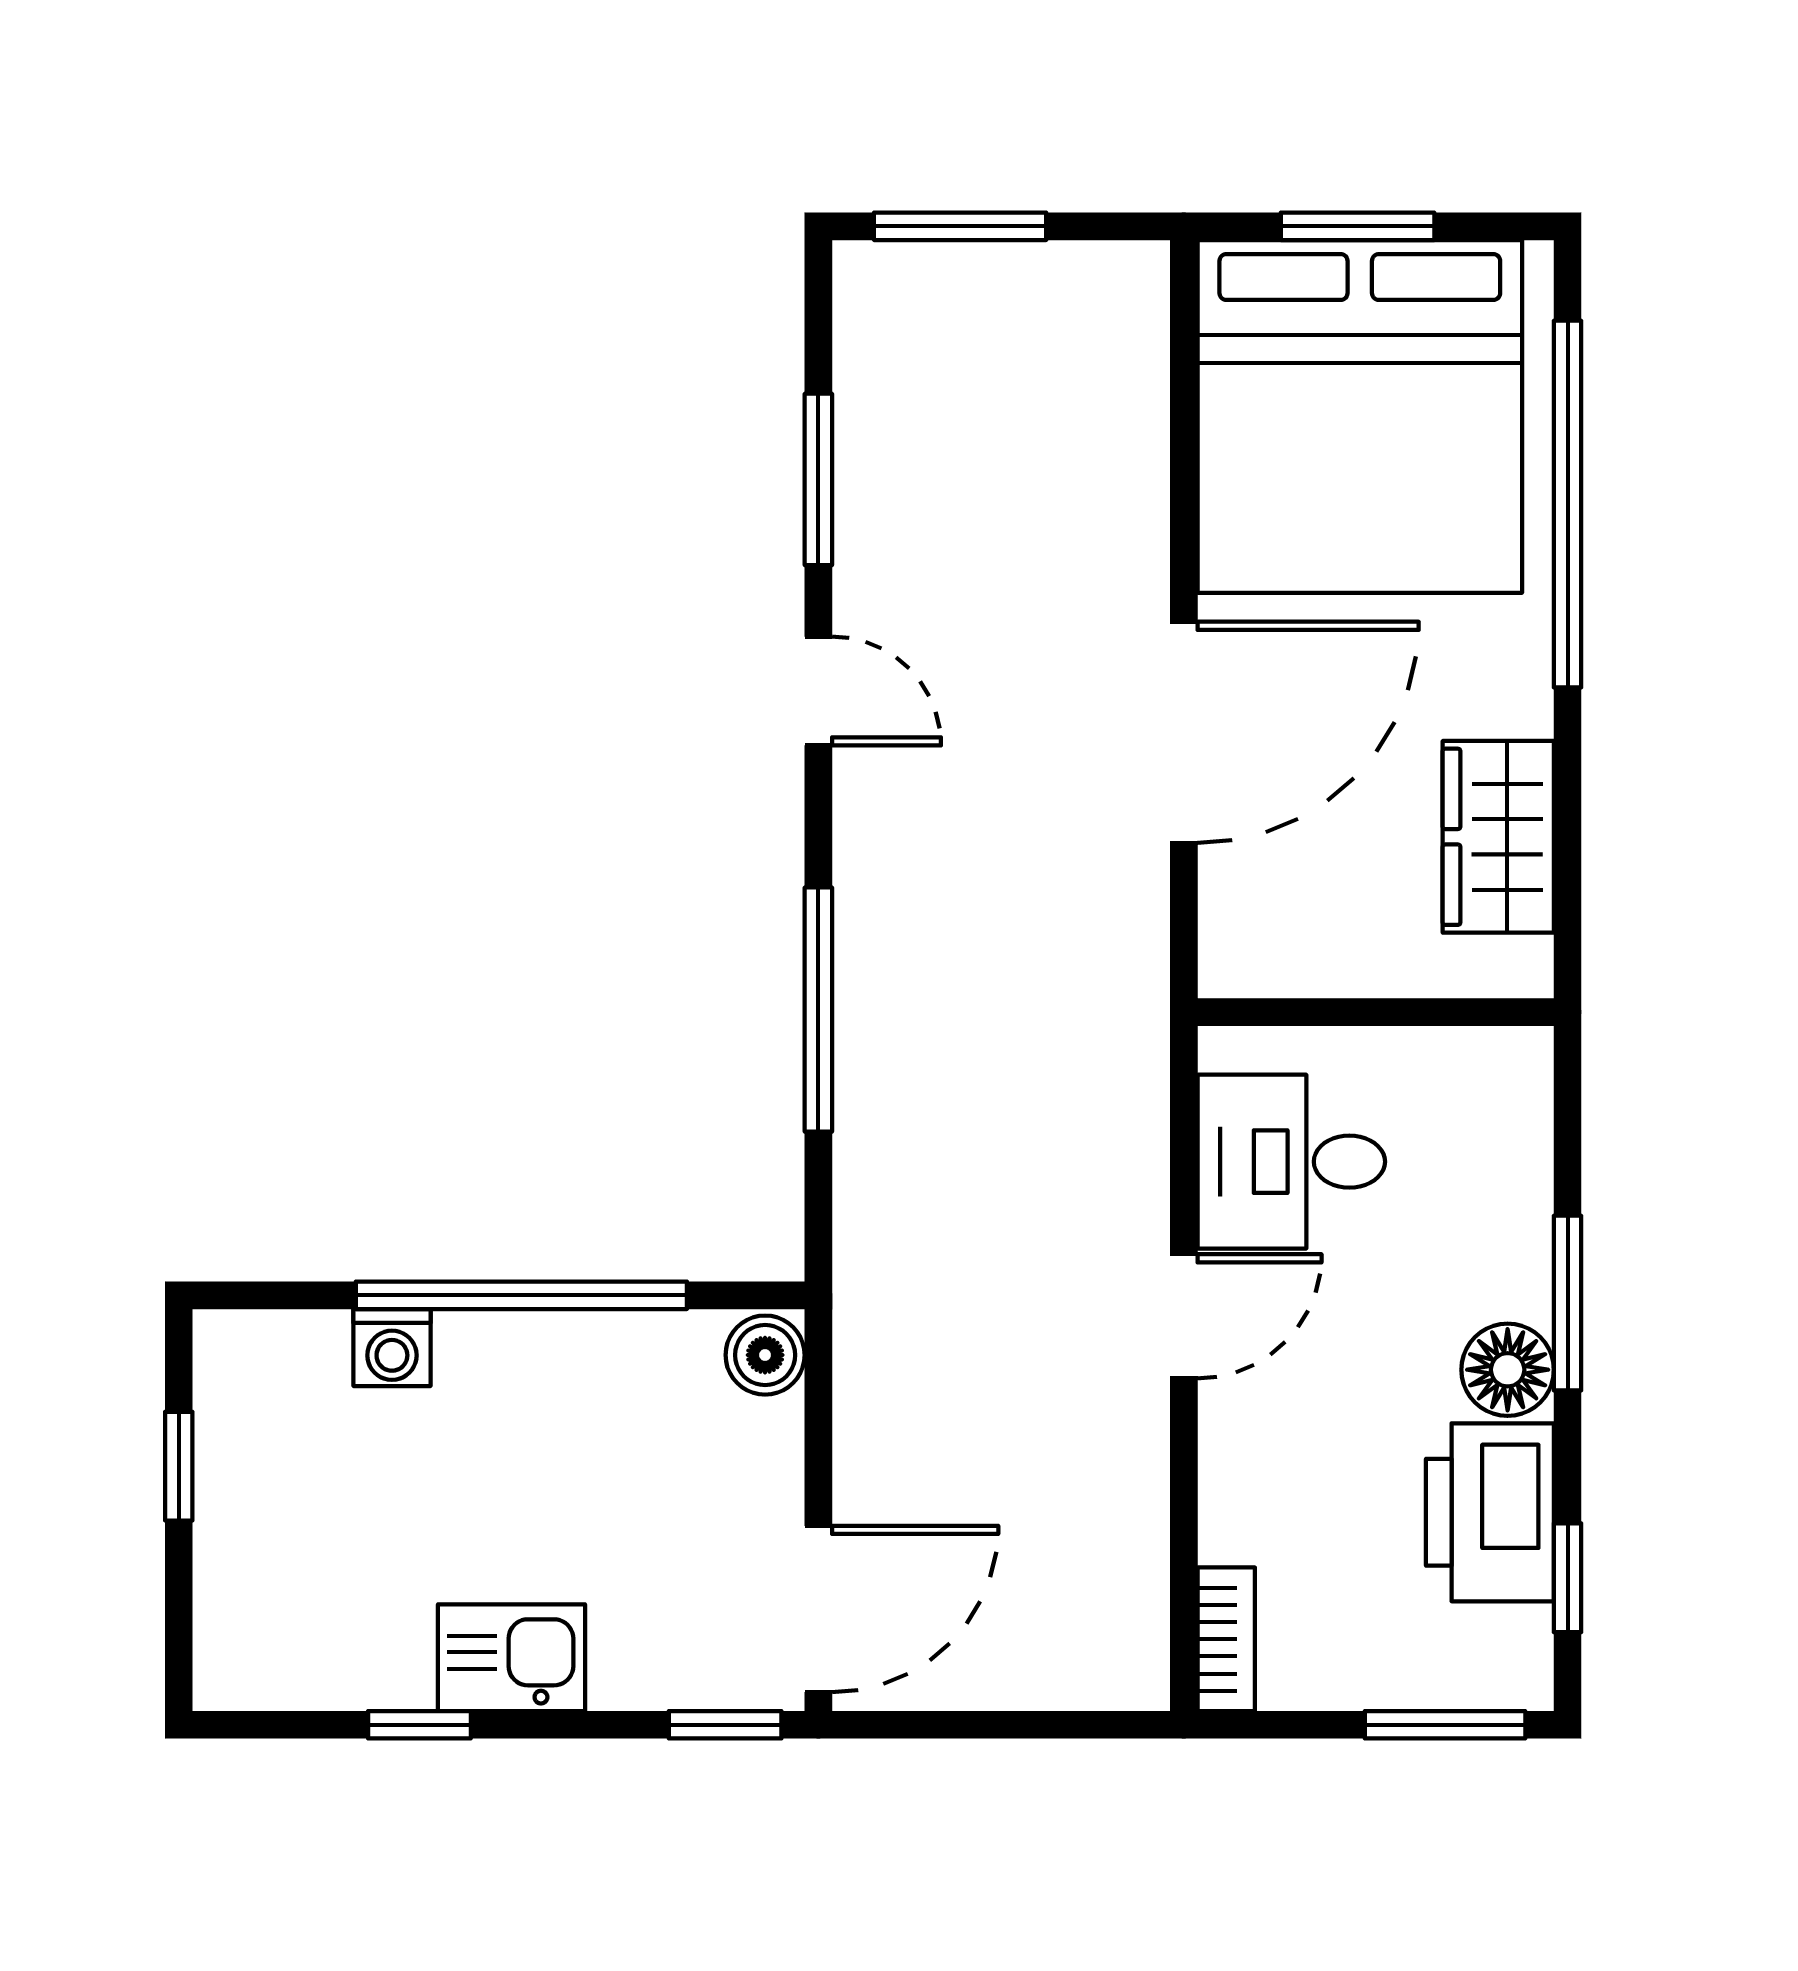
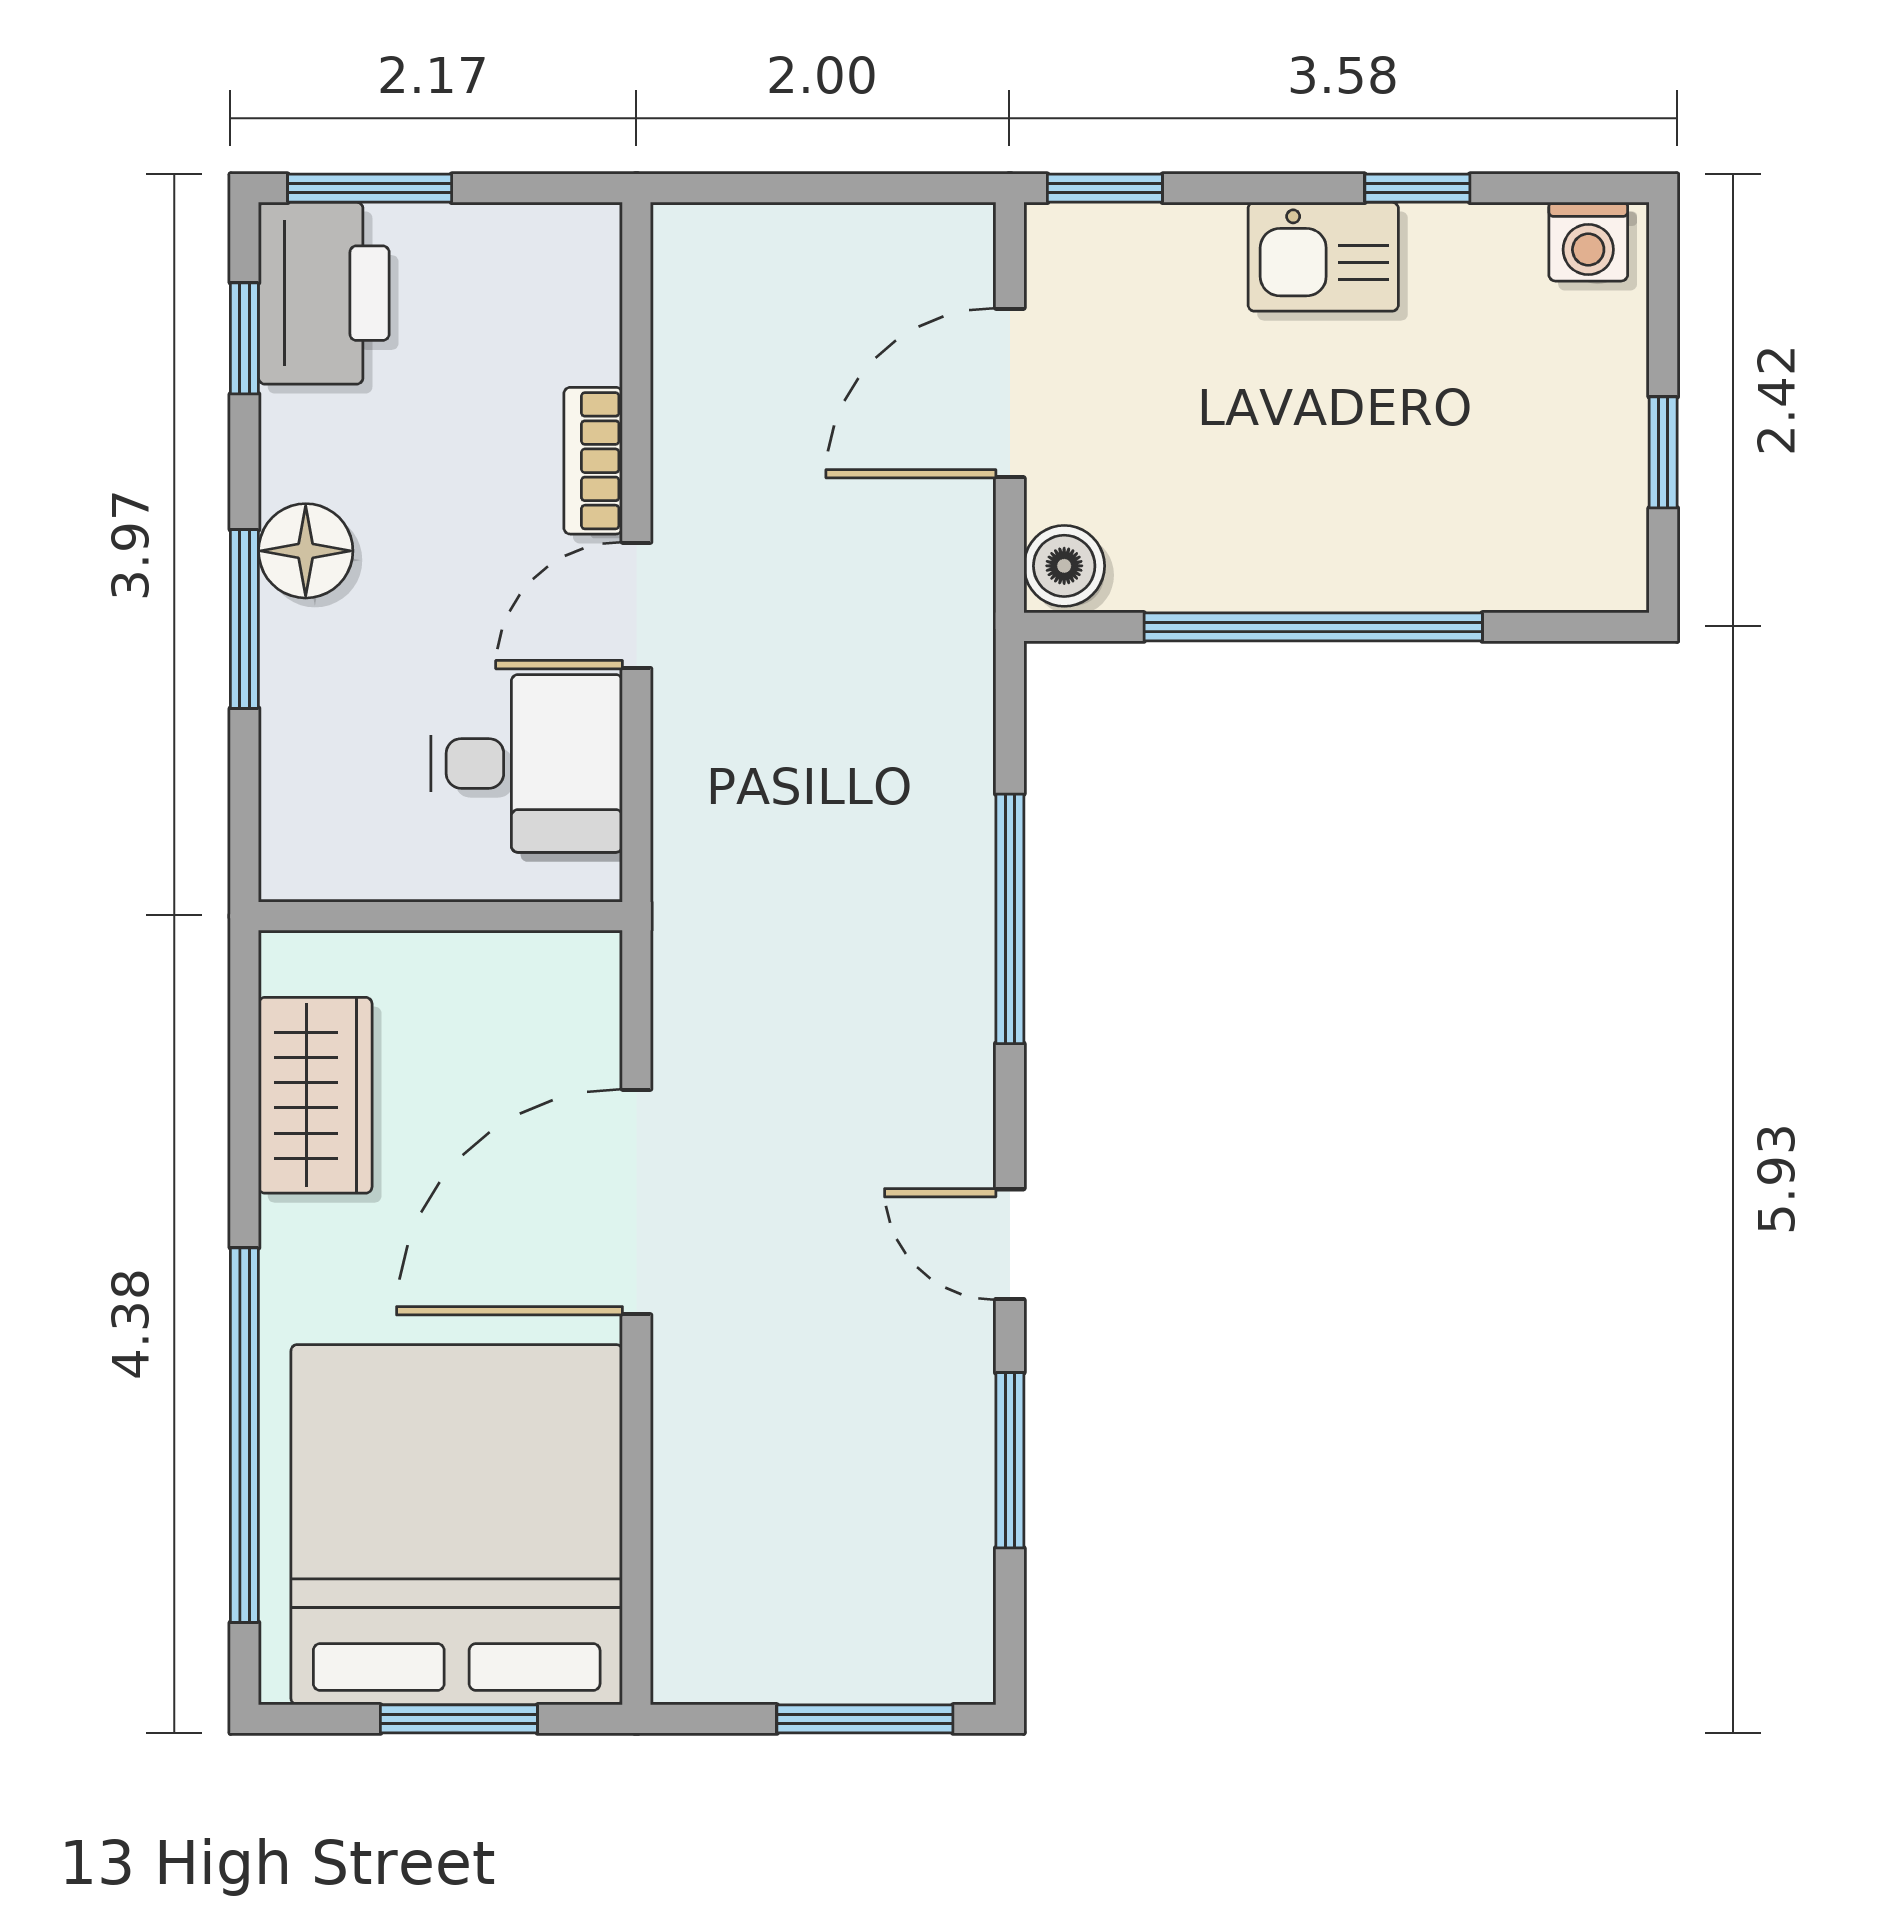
washing machine: (392, 1348) -> (1588, 242), moved, turned 180
printer: (1490, 1512) -> (324, 293), moved
door: (818, 1609) -> (1010, 393), moved
bookcase: (1226, 1639) -> (593, 461), moved

